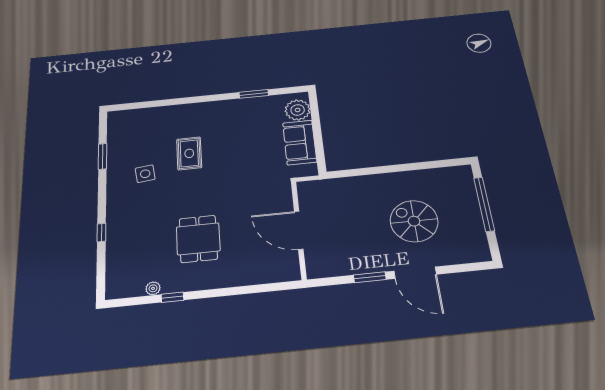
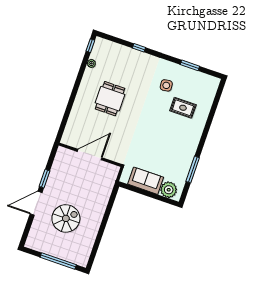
window: (254, 94) -> (193, 170), width x1.44
rug: (189, 153) -> (183, 108), moved
dining table: (198, 239) -> (110, 99), turned 90
window: (172, 297) -> (90, 46), moved

